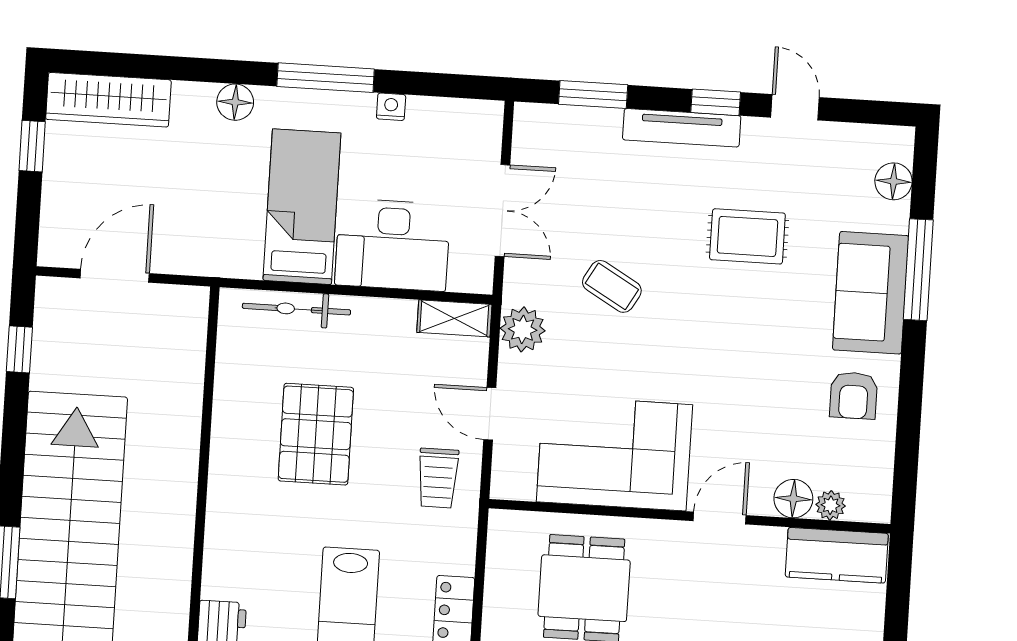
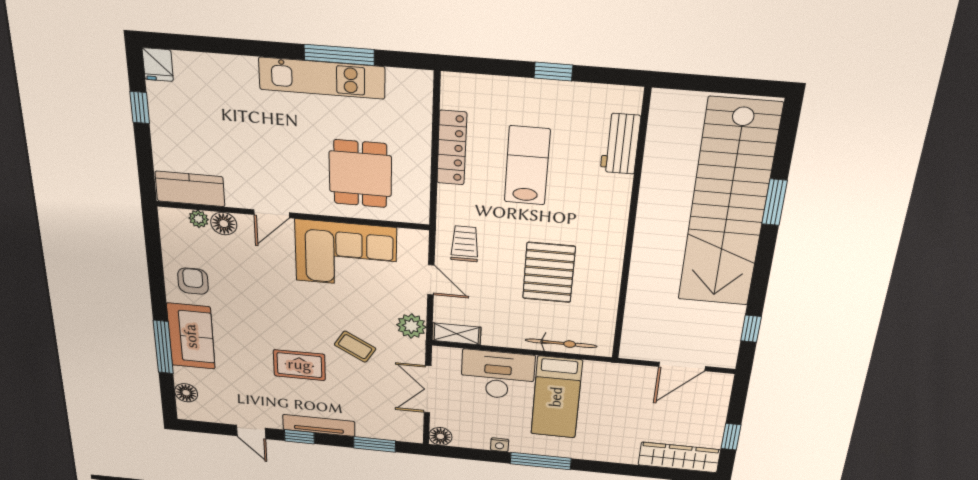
floor lamp: (235, 102) -> (440, 436), moved
rug: (747, 236) -> (299, 365), moved

